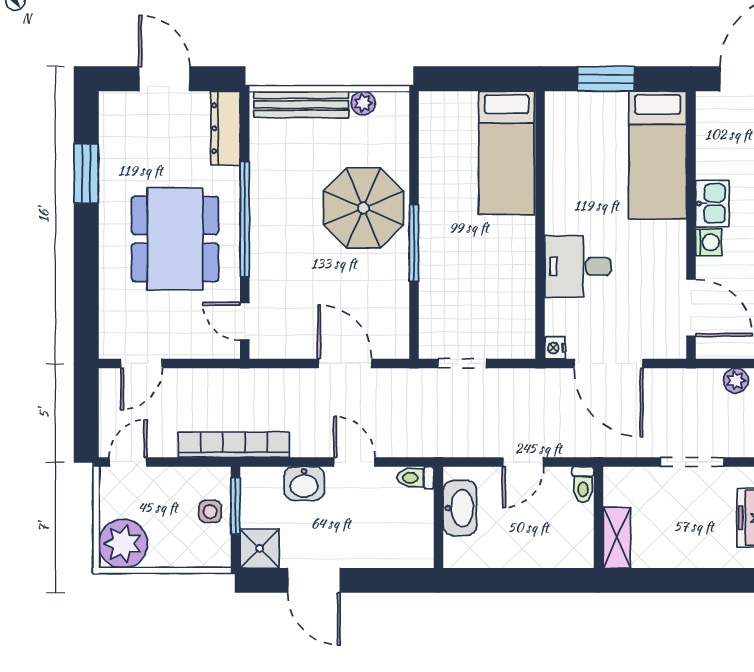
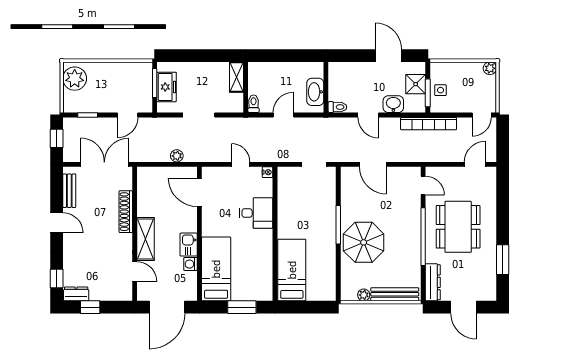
washing machine: (709, 242) -> (190, 264), moved
door: (608, 363) -> (241, 164), width x0.53
plant: (123, 544) -> (490, 68), width x0.53, depth x0.53
shower: (260, 548) -> (416, 84), moved

